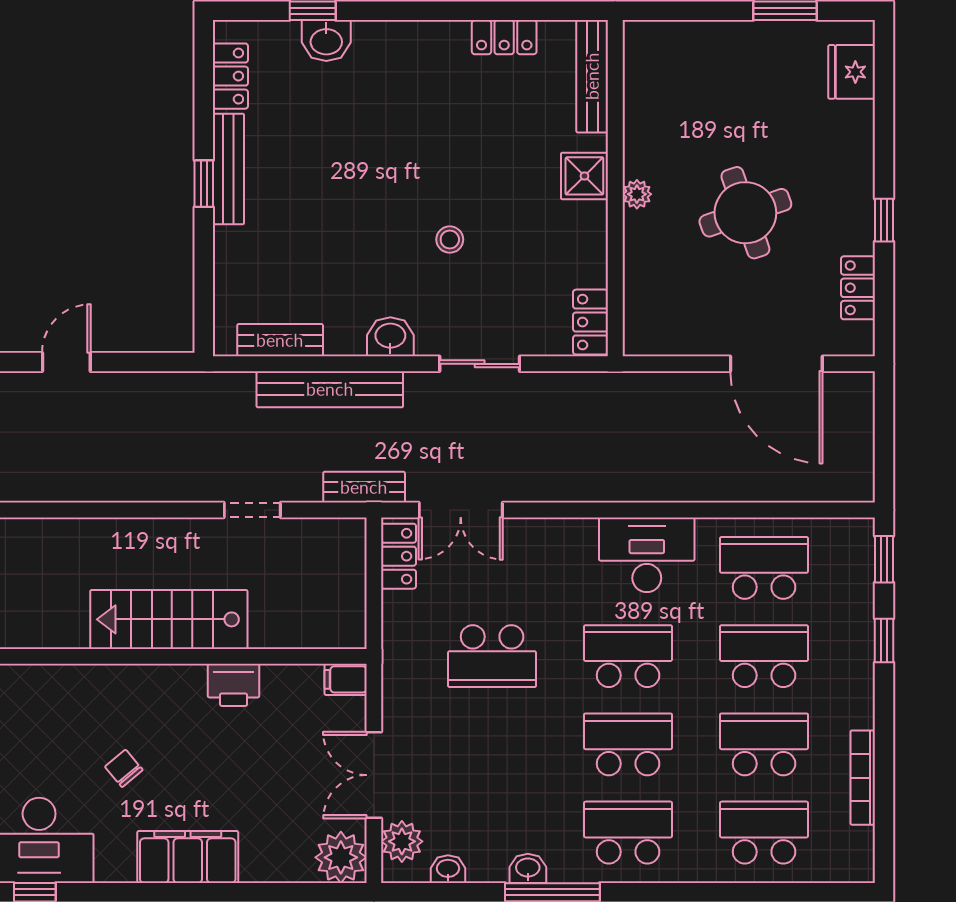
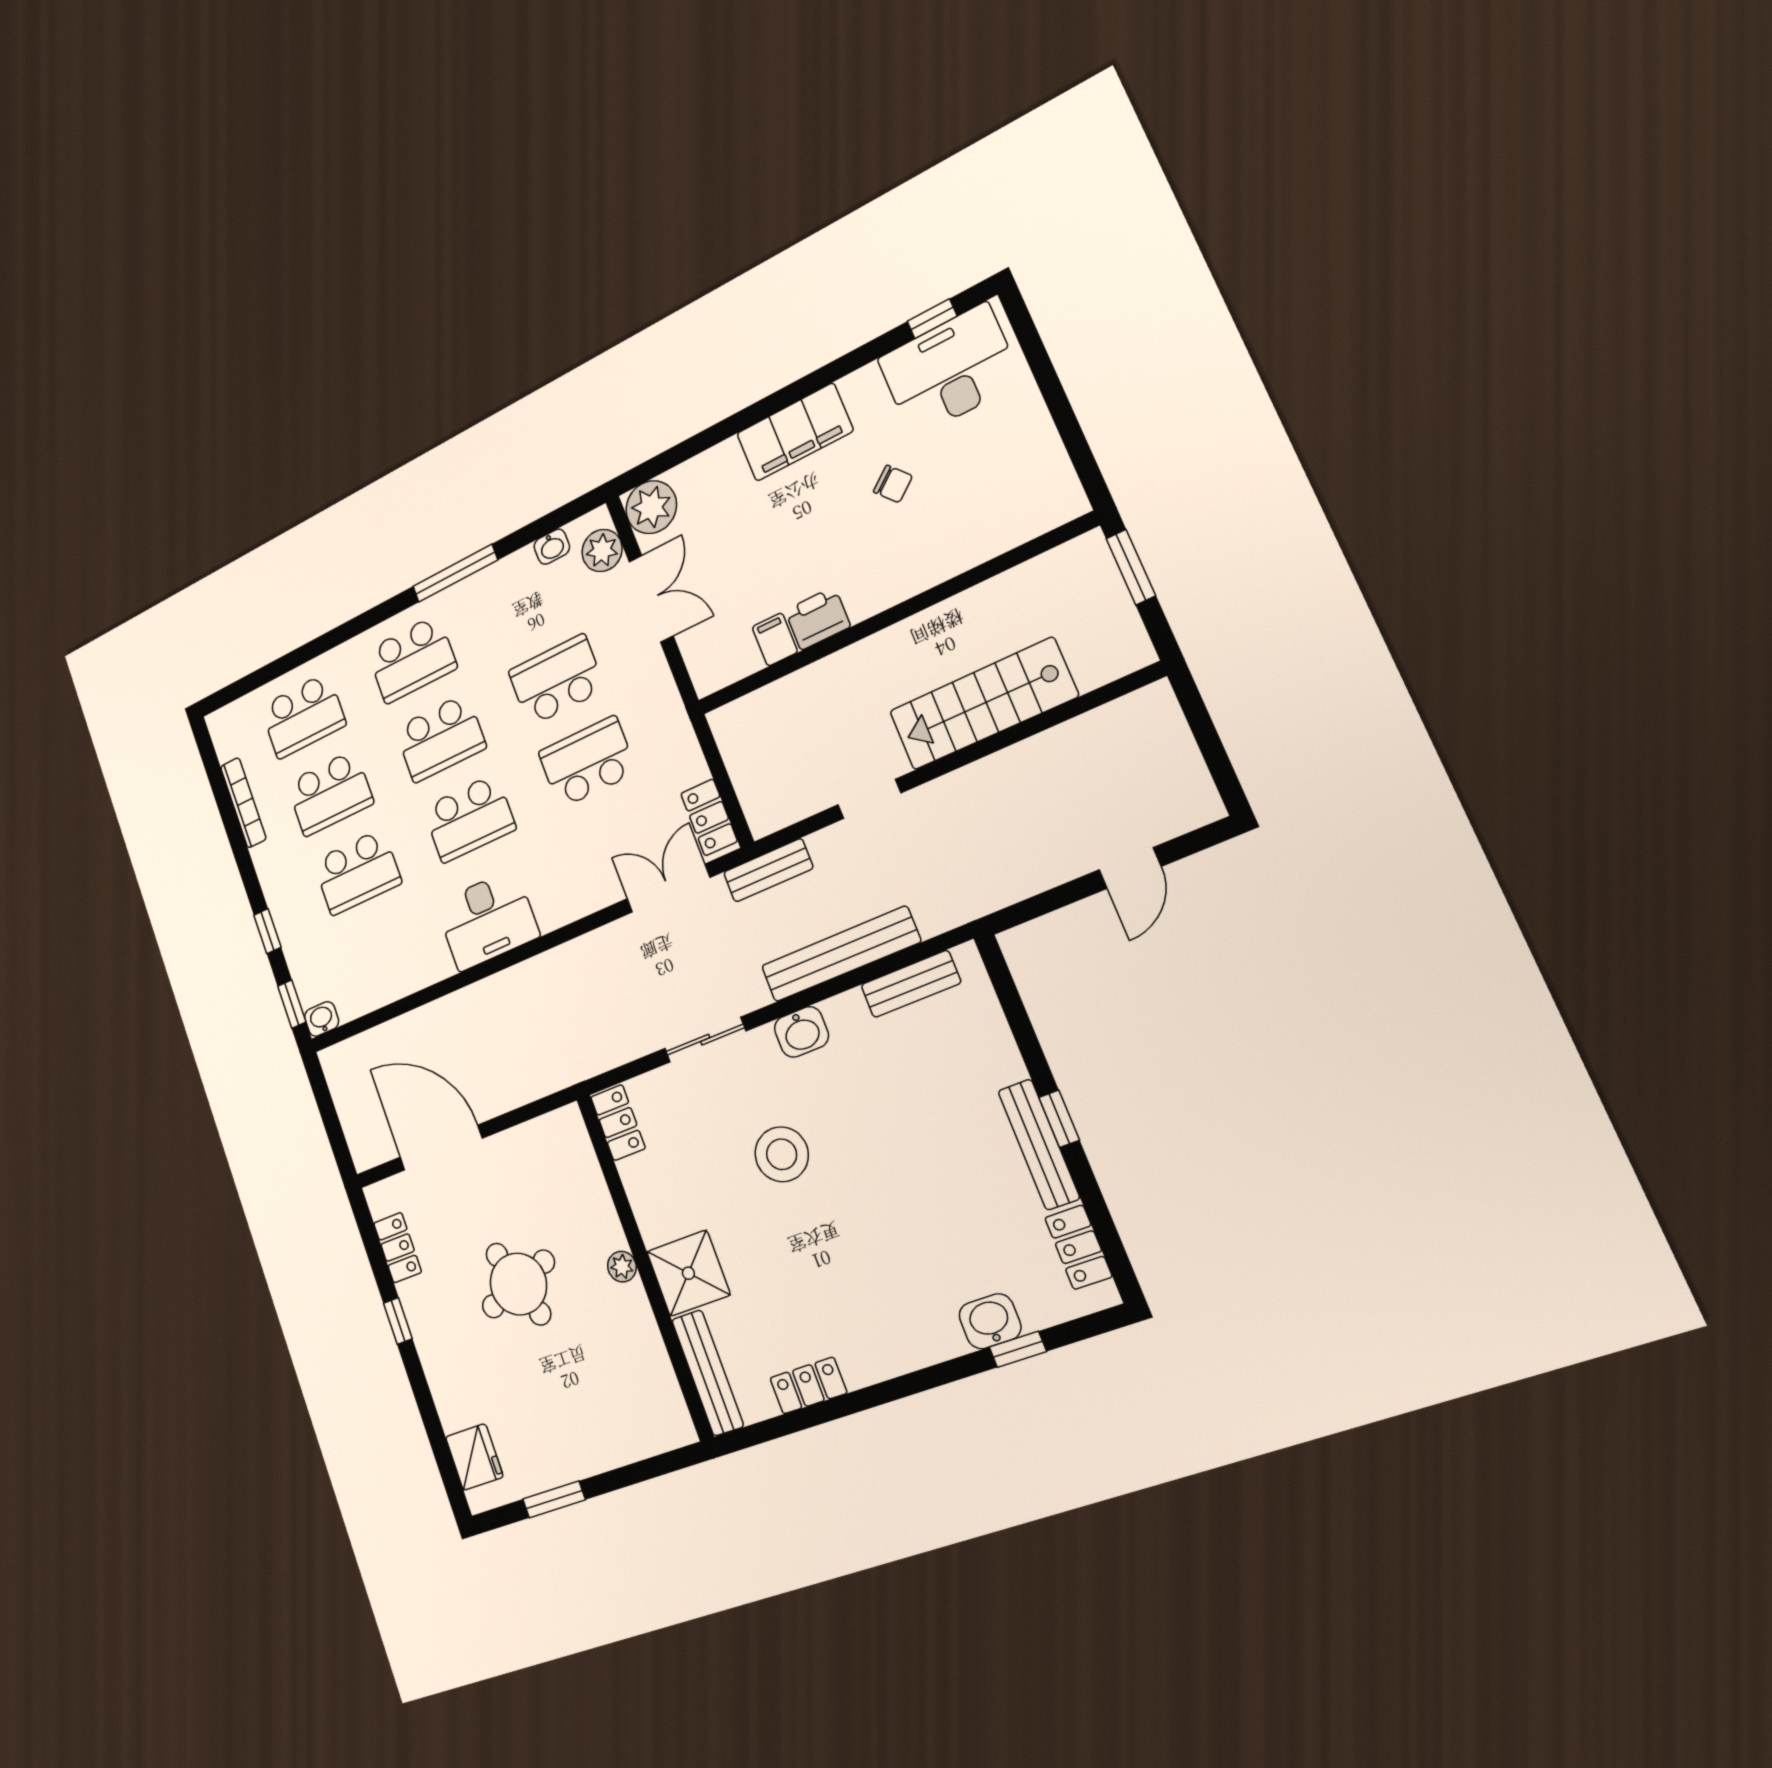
shower: (584, 176) -> (688, 1273), width x1.36, depth x1.36
stool: (450, 240) -> (782, 1154), width x1.89, depth x1.89
school desk: (764, 568) -> (556, 680), moved, turned 180
stairs: (169, 619) -> (983, 704), moved, turned 180
filing cabinet: (346, 679) -> (775, 639), moved, turned -90
washbasin: (528, 868) -> (322, 1019), moved, turned 180

